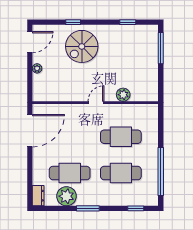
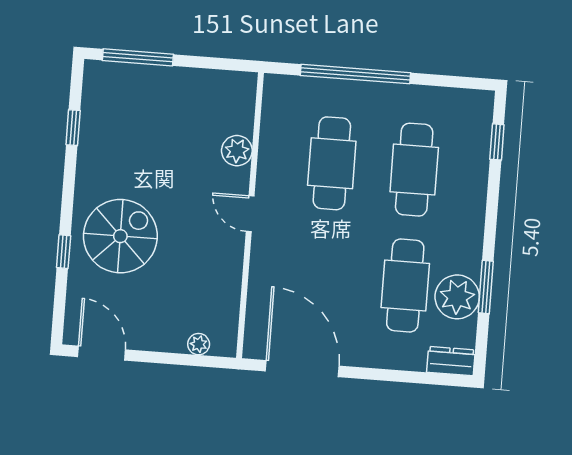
spiral stairs: (82, 46) -> (120, 236), turned -90
plant: (37, 68) -> (199, 344), moved
window: (161, 171) -> (355, 74), moved
window: (88, 208) -> (486, 287), moved

